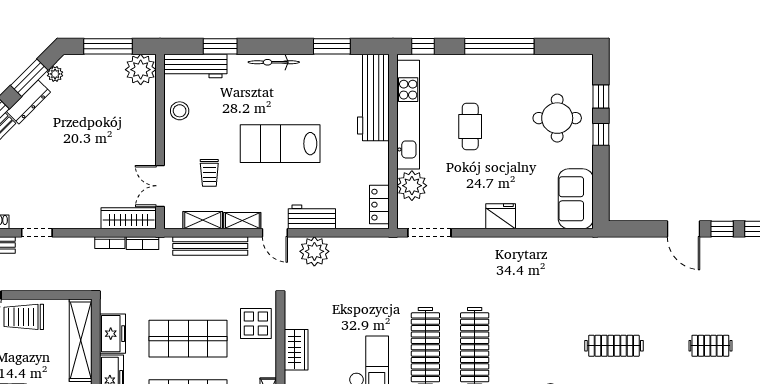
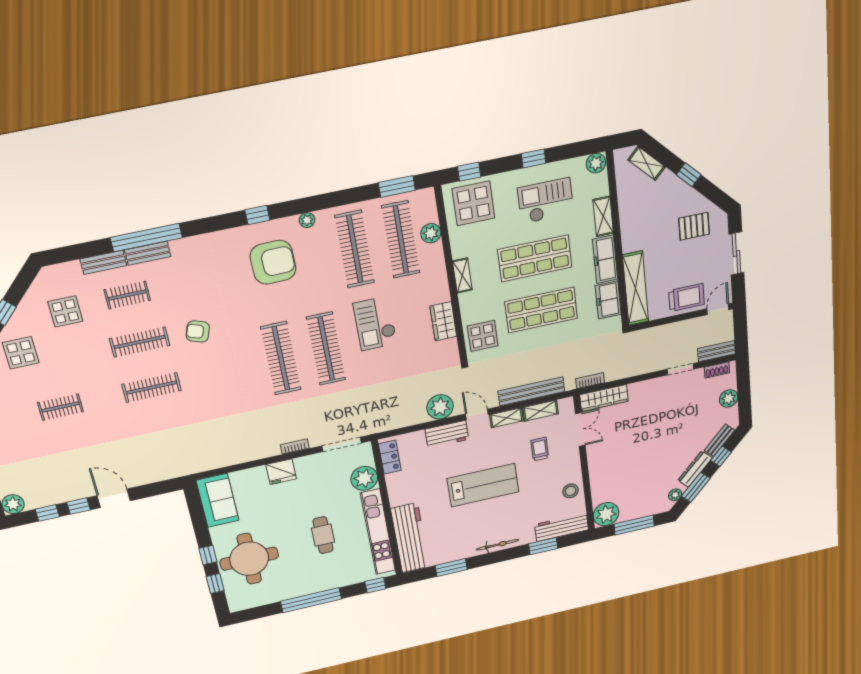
round table: (557, 118) -> (249, 559), width x1.36, depth x1.36
bookcase: (110, 243) -> (295, 446), moved

